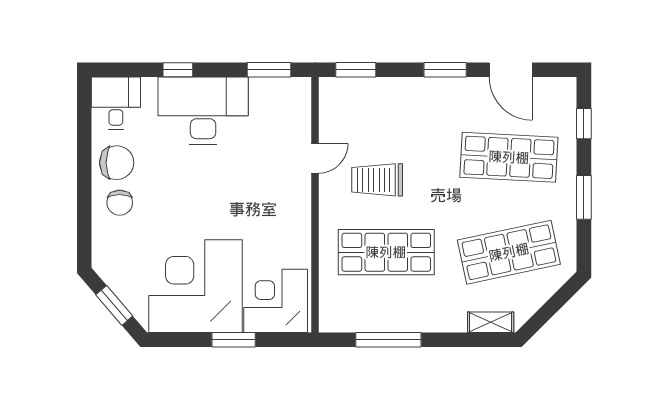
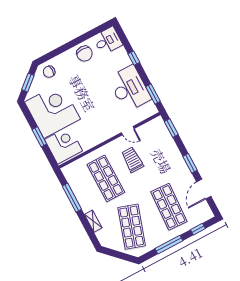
desk: (203, 111) -> (129, 89), moved
window: (584, 197) -> (169, 245), width x1.44
chair: (120, 203) -> (49, 72), moved
shop shelf: (509, 252) -> (132, 227), turned 30
shelving: (491, 322) -> (93, 221), moved

